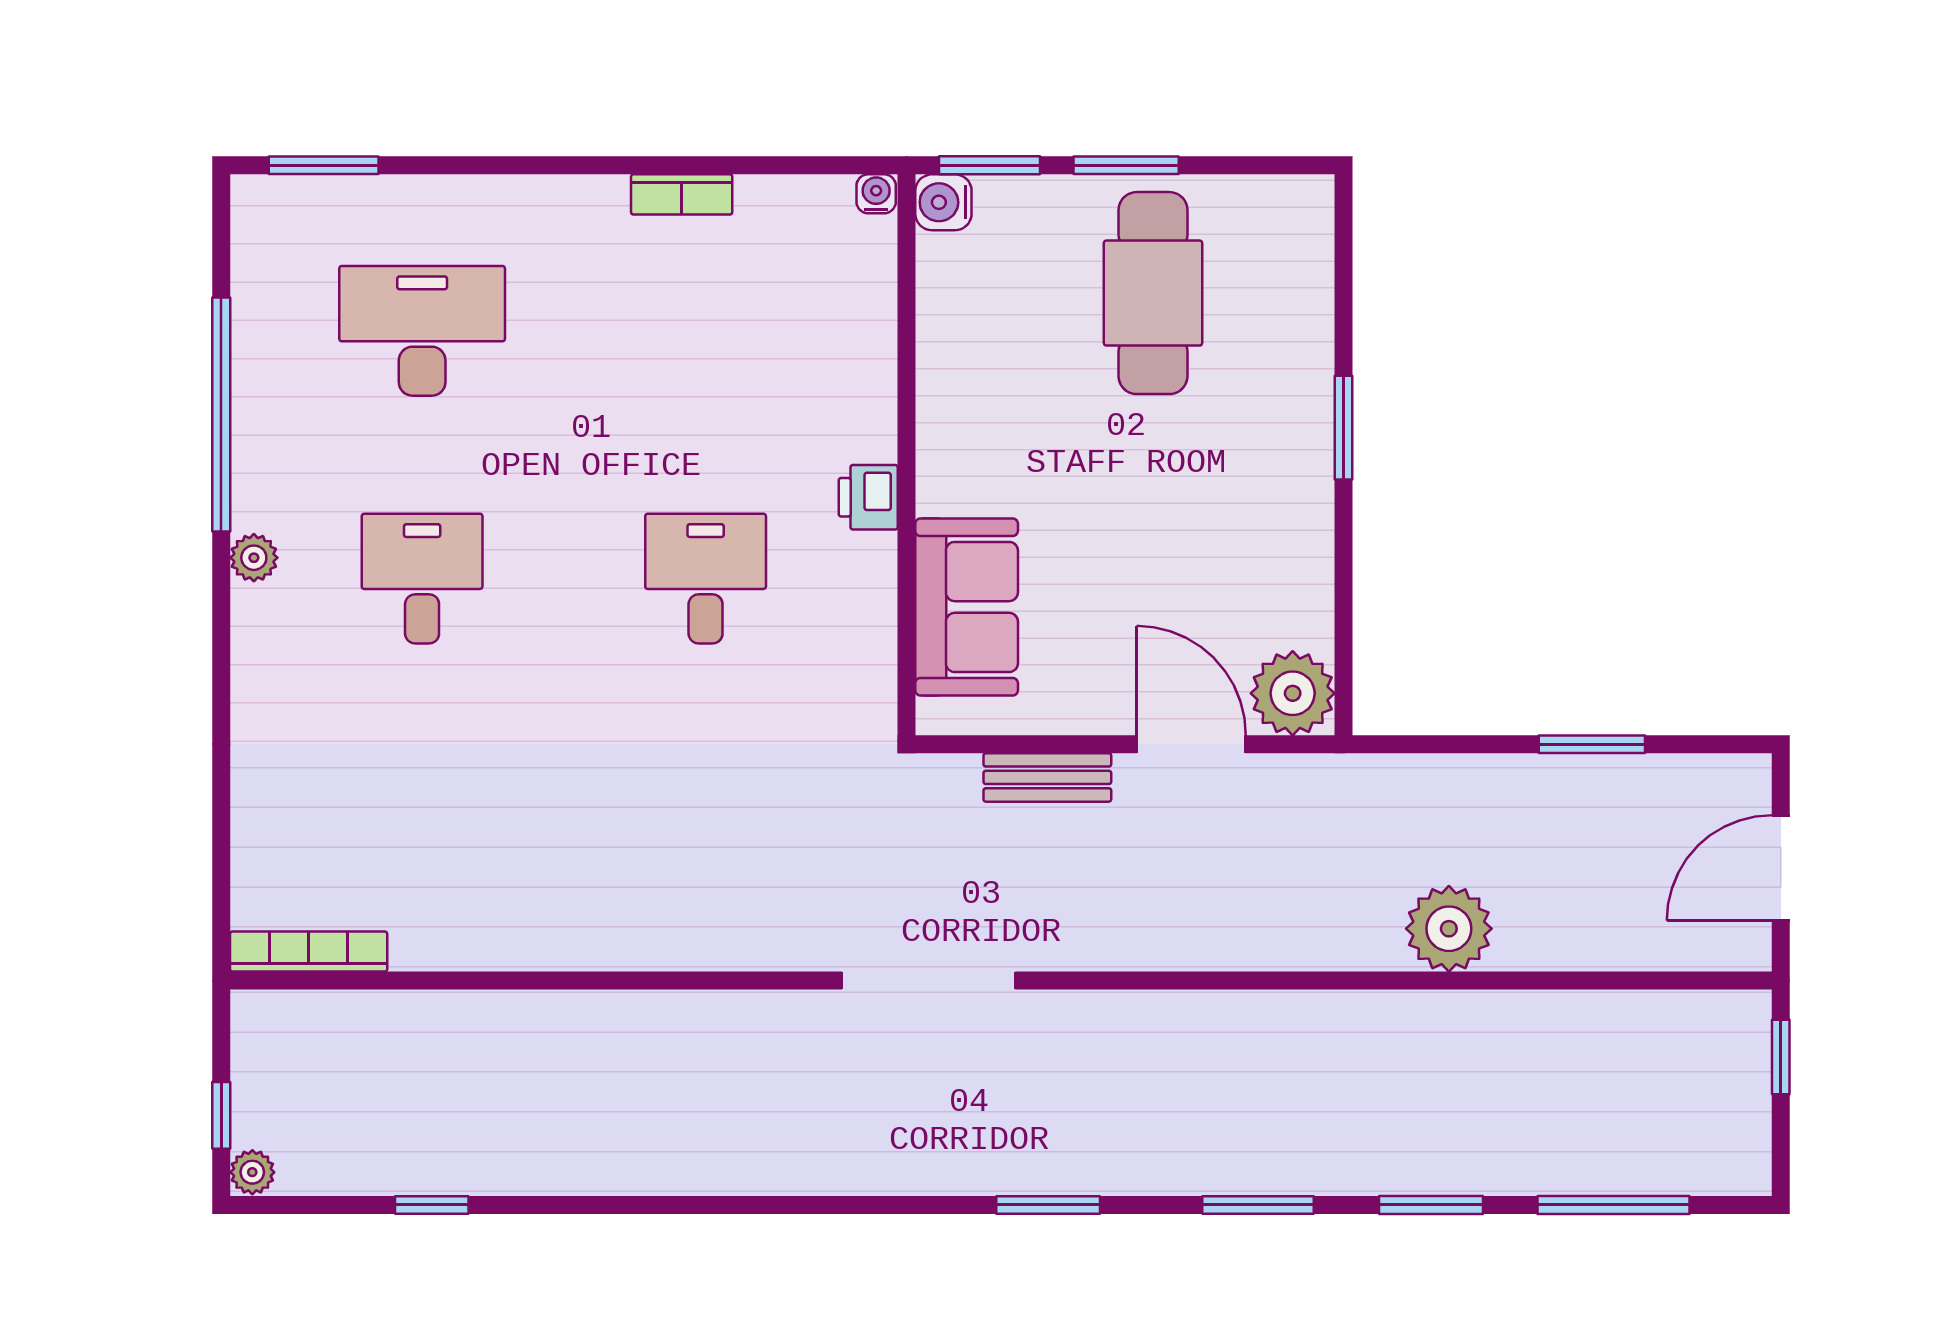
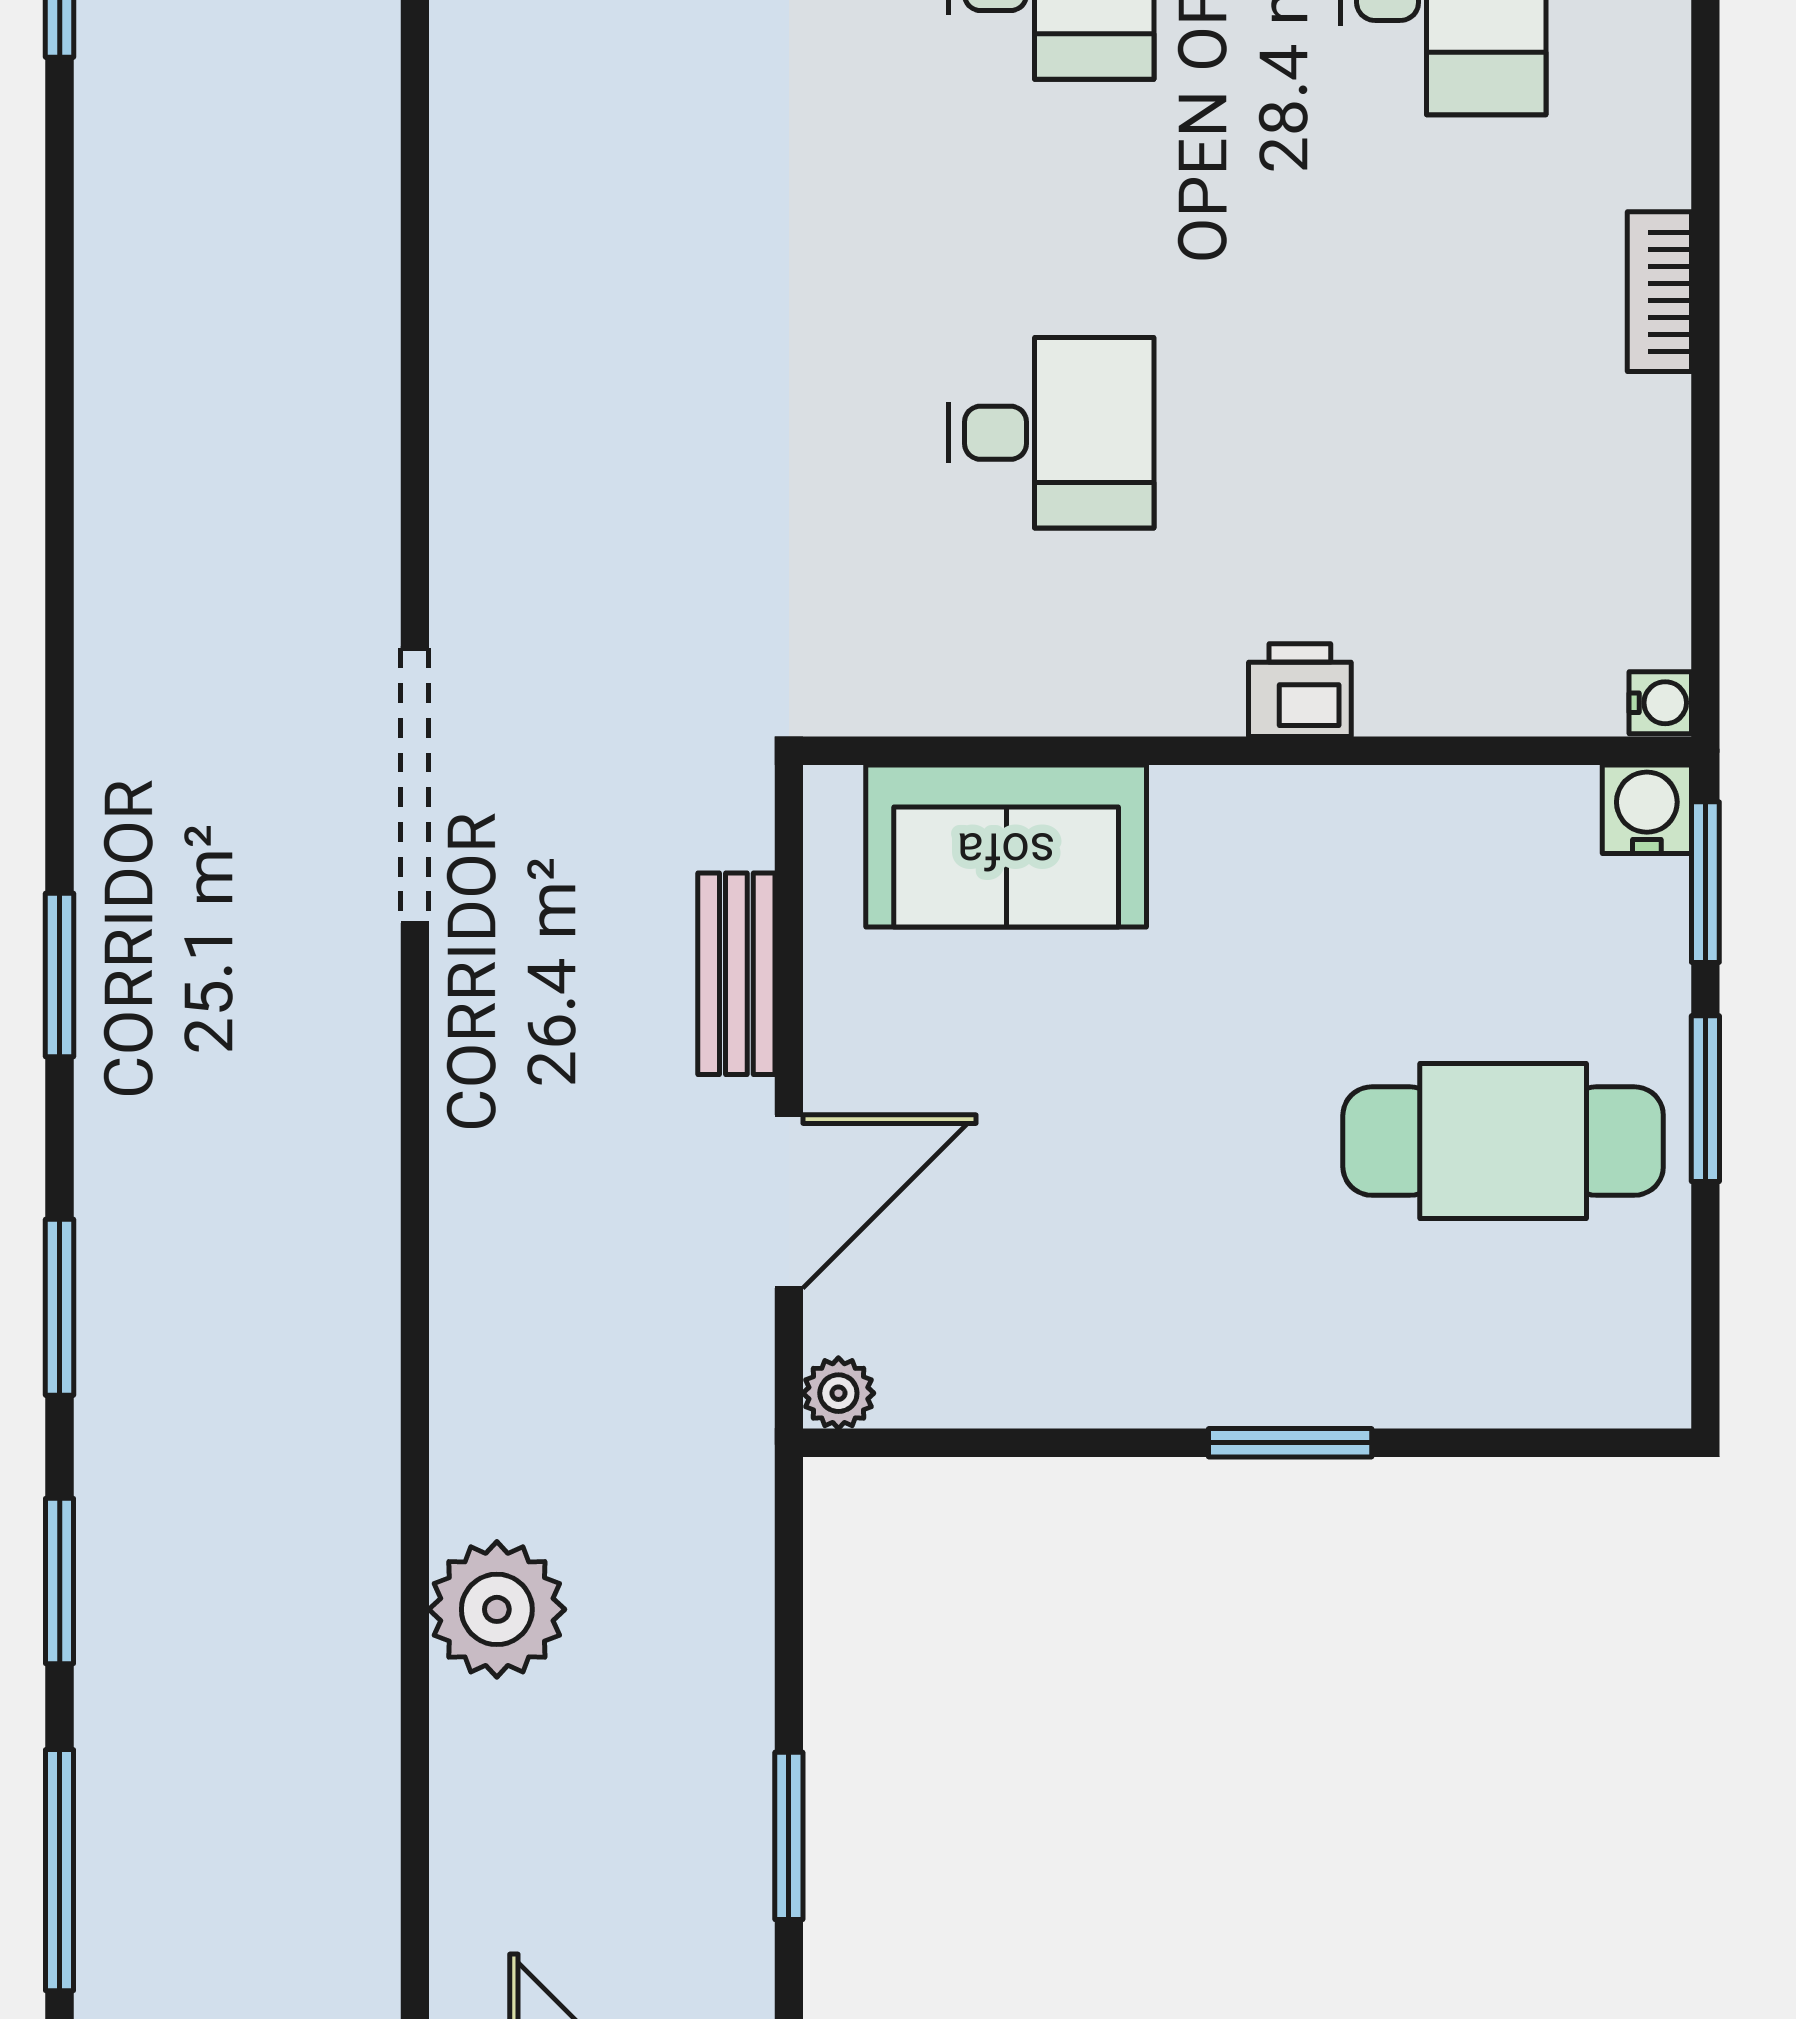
bookcase: (682, 194) -> (1659, 292), moved
printer: (868, 497) -> (1300, 690), moved
plant: (1293, 693) -> (838, 1393), width x0.53, depth x0.53

